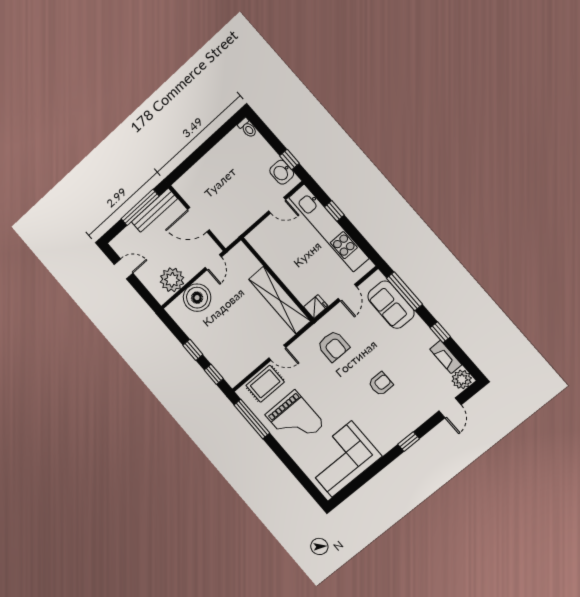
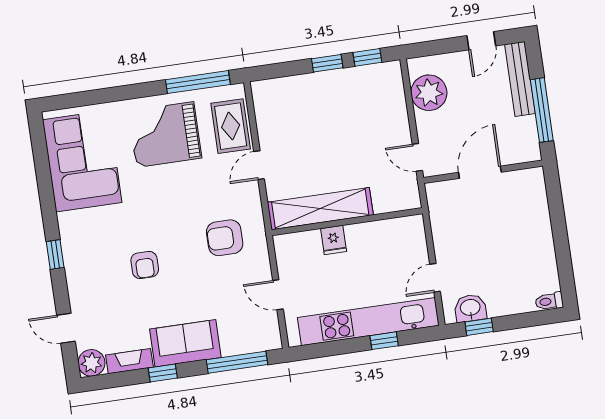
bench: (154, 210) -> (520, 79), moved
boiler: (197, 298) -> (388, 110), removed
sofa: (391, 305) -> (185, 343), moved
fridge: (316, 307) -> (334, 240), moved
window: (214, 374) -> (367, 57), moved

